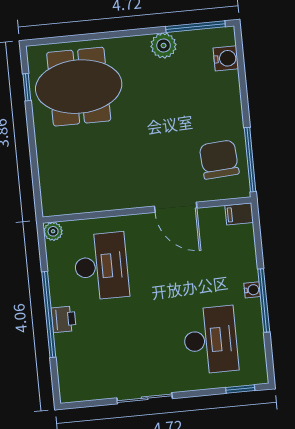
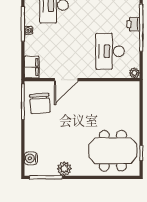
door: (176, 207) -> (66, 80), swing flipped
filing cabinet: (239, 214) -> (32, 67), width x2.00

